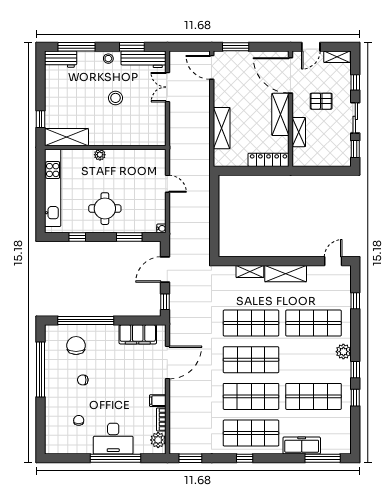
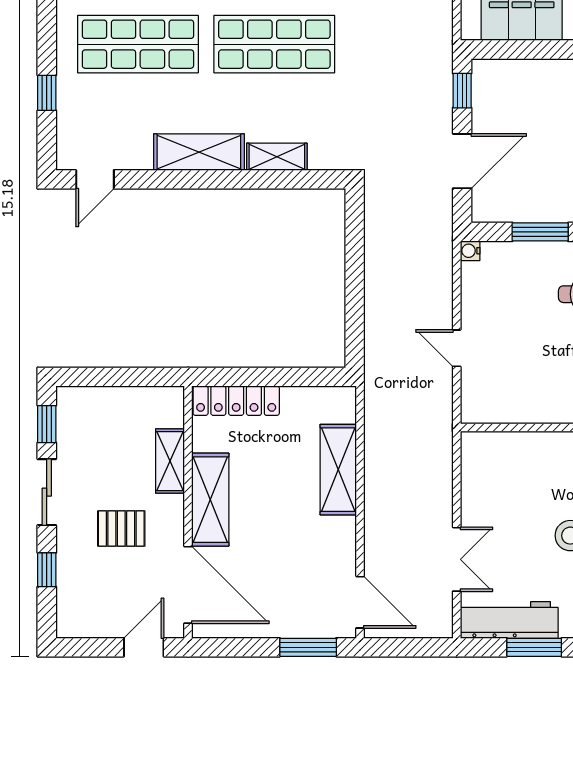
shelving: (337, 57) -> (87, 625), removed

